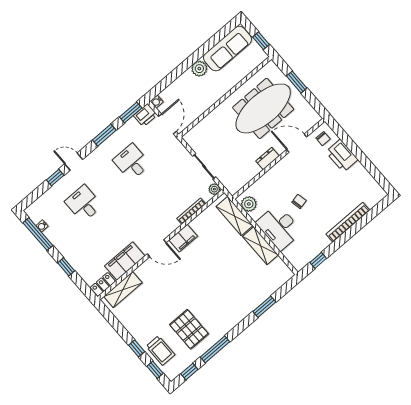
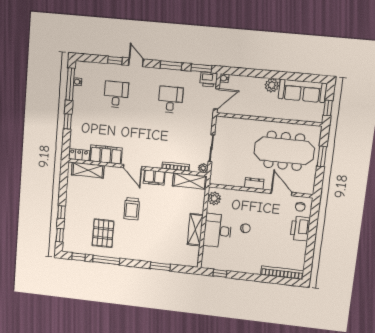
shelving: (235, 216) -> (190, 181), moved, turned 90
bookcase: (348, 222) -> (282, 273), moved
trolley: (160, 350) -> (132, 209), moved

